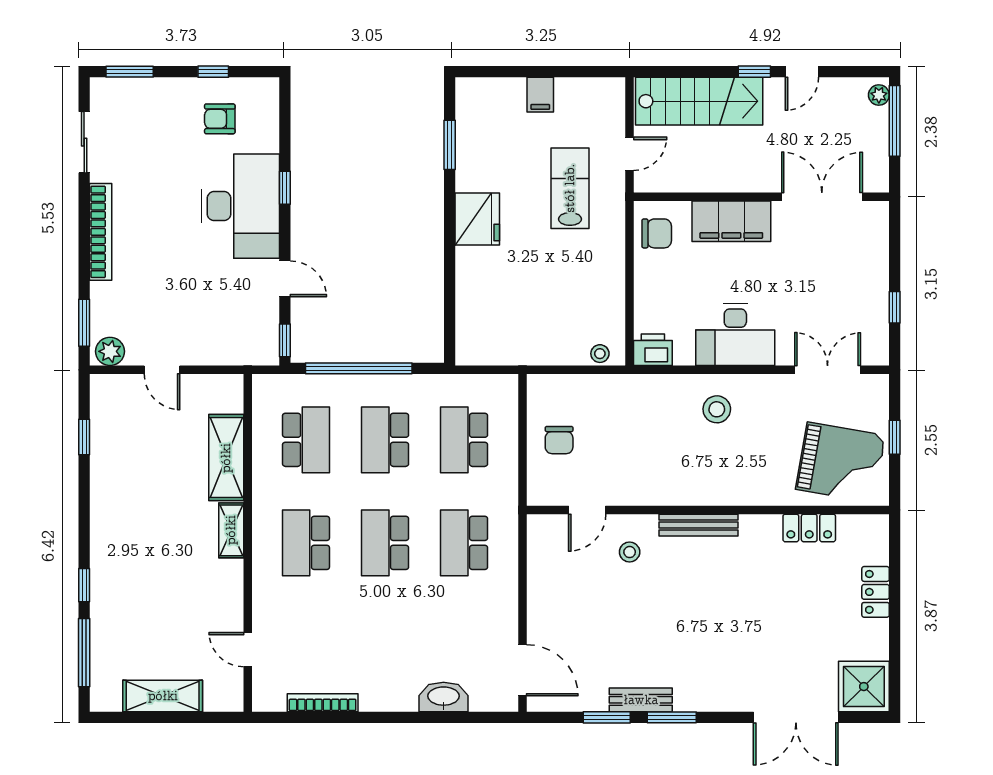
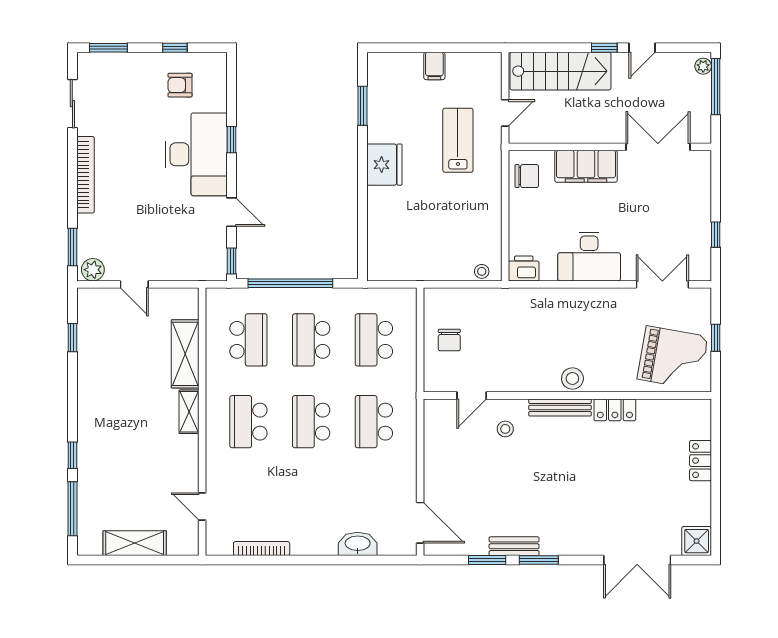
stool: (717, 409) -> (572, 378), moved
locker: (809, 528) -> (615, 410), moved
shower: (864, 687) -> (697, 541), width x0.73, depth x0.73

